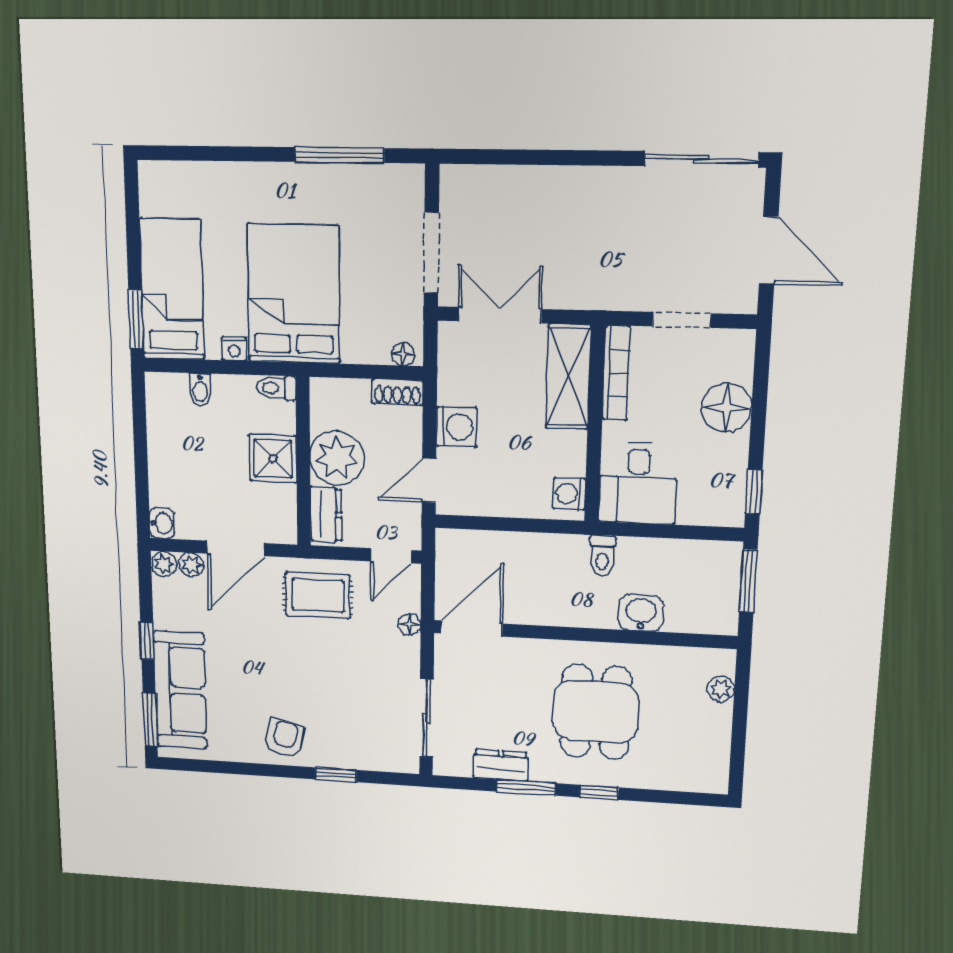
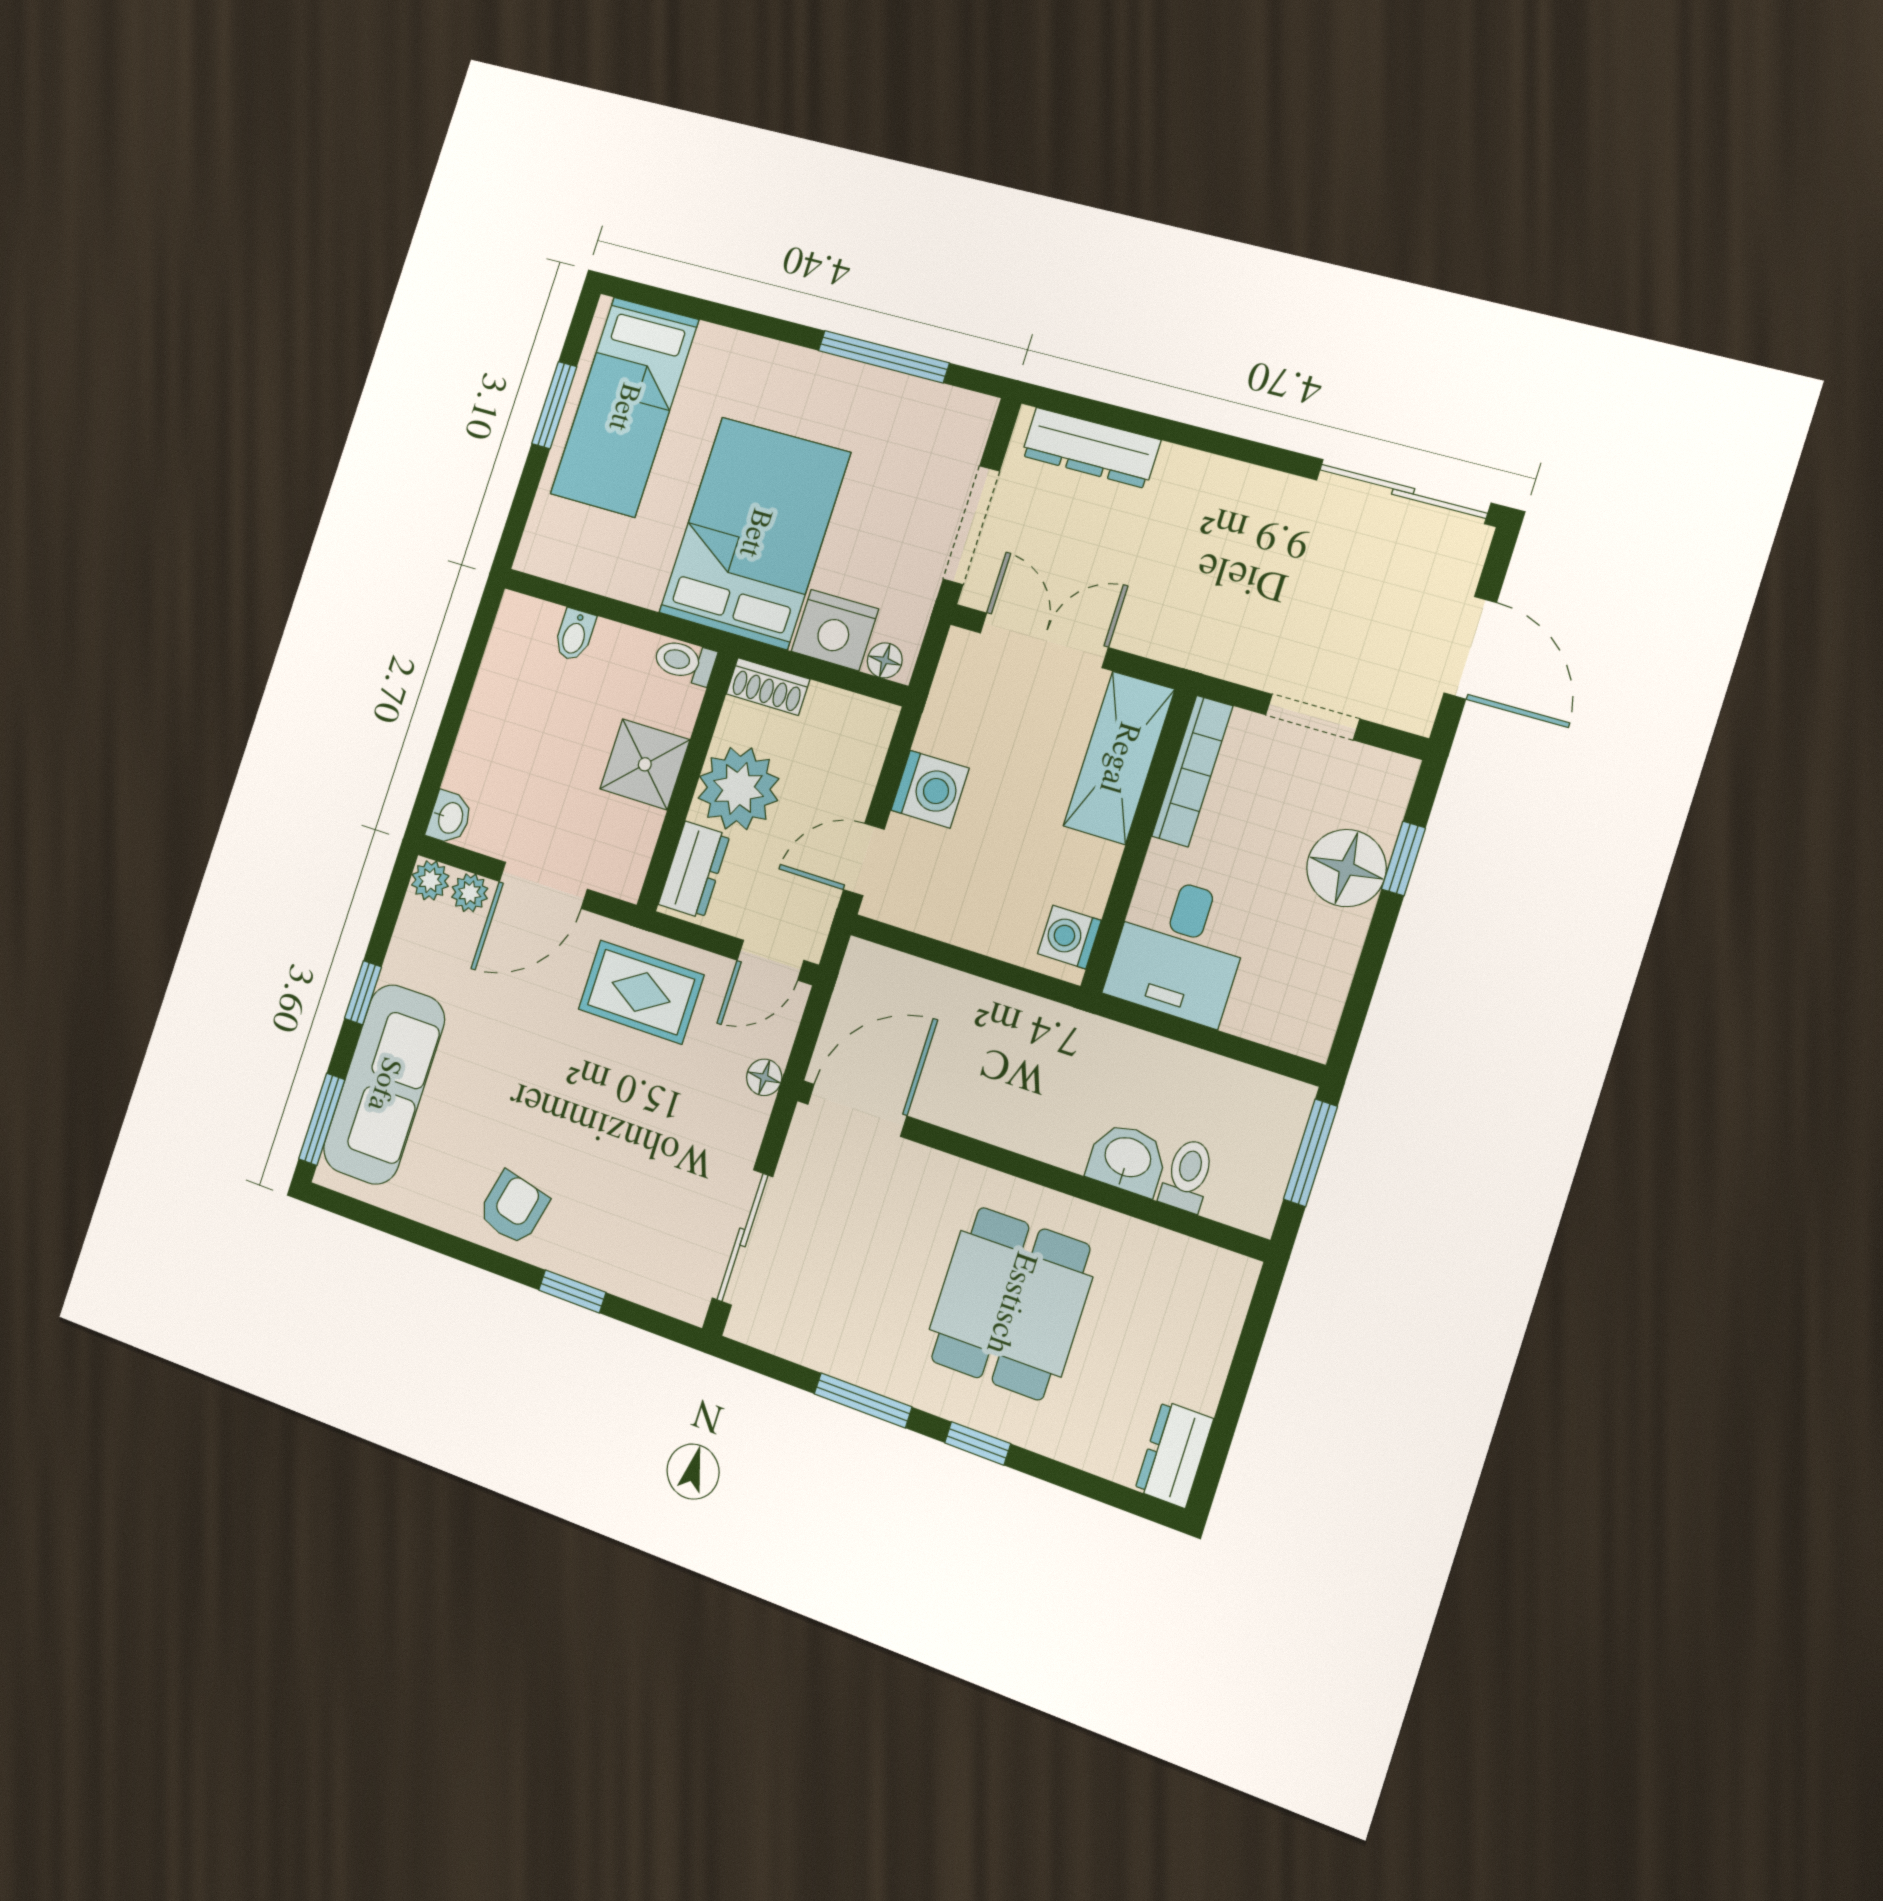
dresser: (493, 182) -> (1091, 448), added
bed: (172, 289) -> (624, 407), moved, turned 180
window: (136, 319) -> (554, 405), moved
nightstand: (234, 349) -> (835, 630), moved, width x1.89, depth x1.79
shoe rack: (397, 392) -> (768, 686), moved
window: (754, 492) -> (1403, 859), moved
toilet: (602, 556) -> (1188, 1175), moved, turned 180
plant: (721, 689) -> (1221, 1322), removed
dresser: (501, 765) -> (1174, 1454), moved, turned -90

